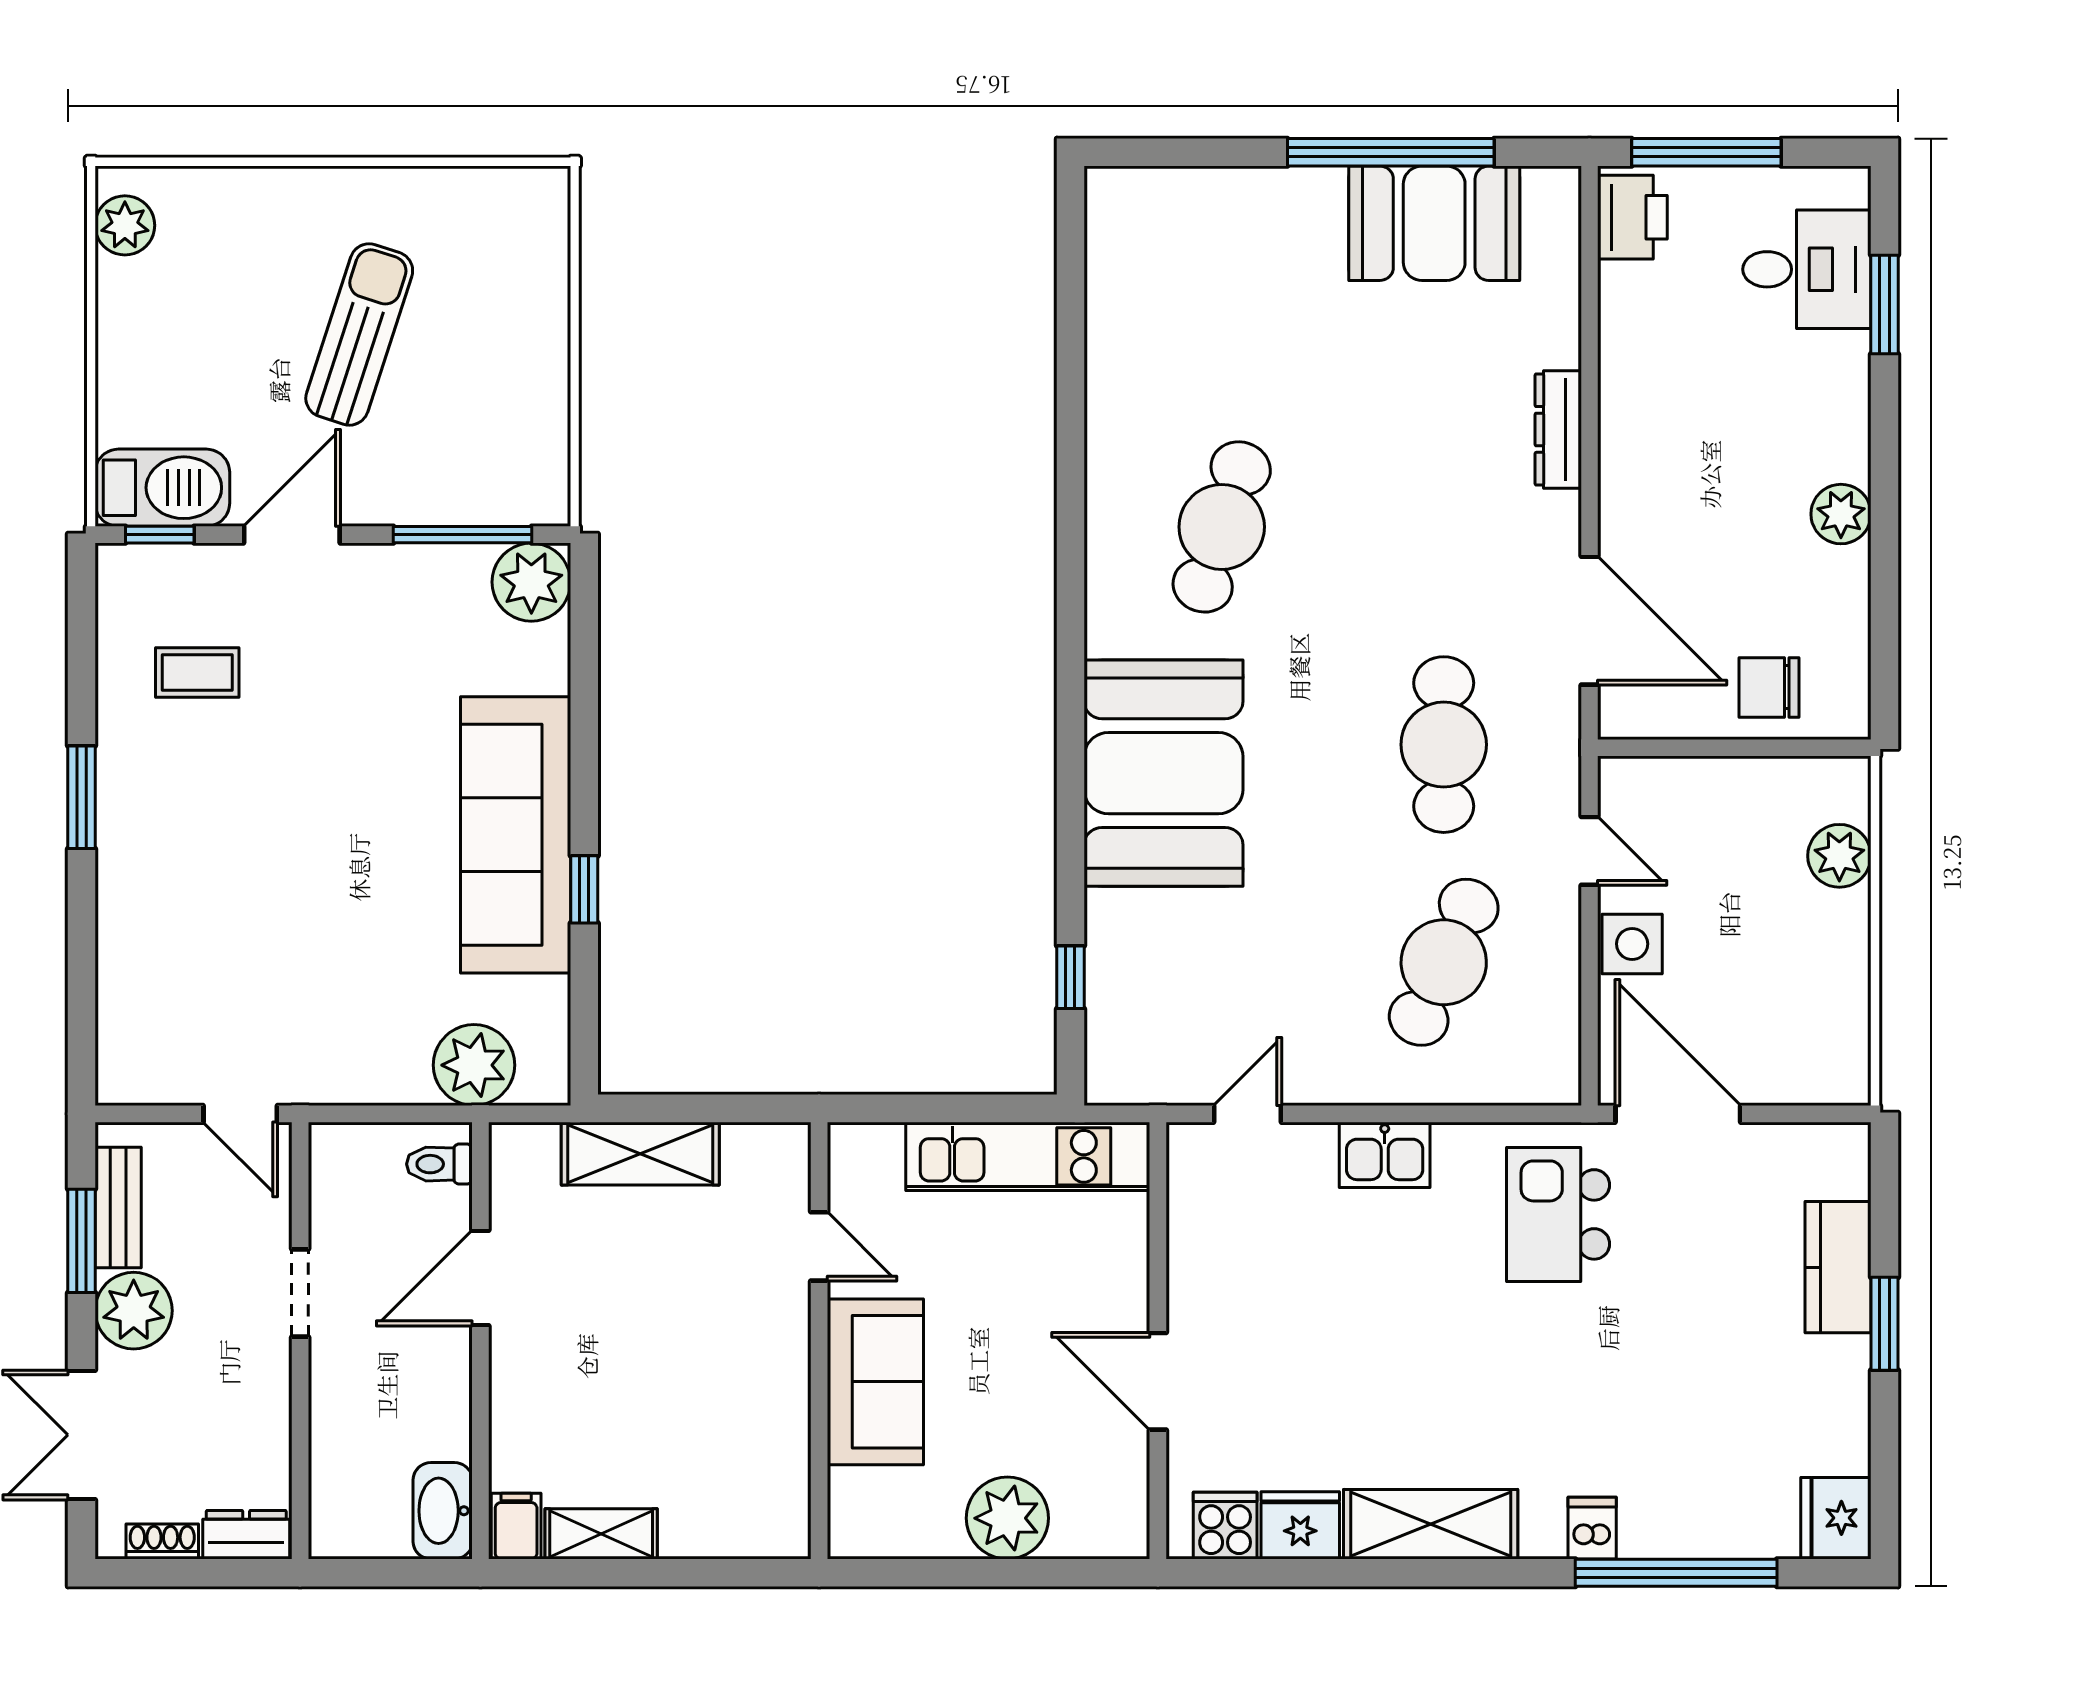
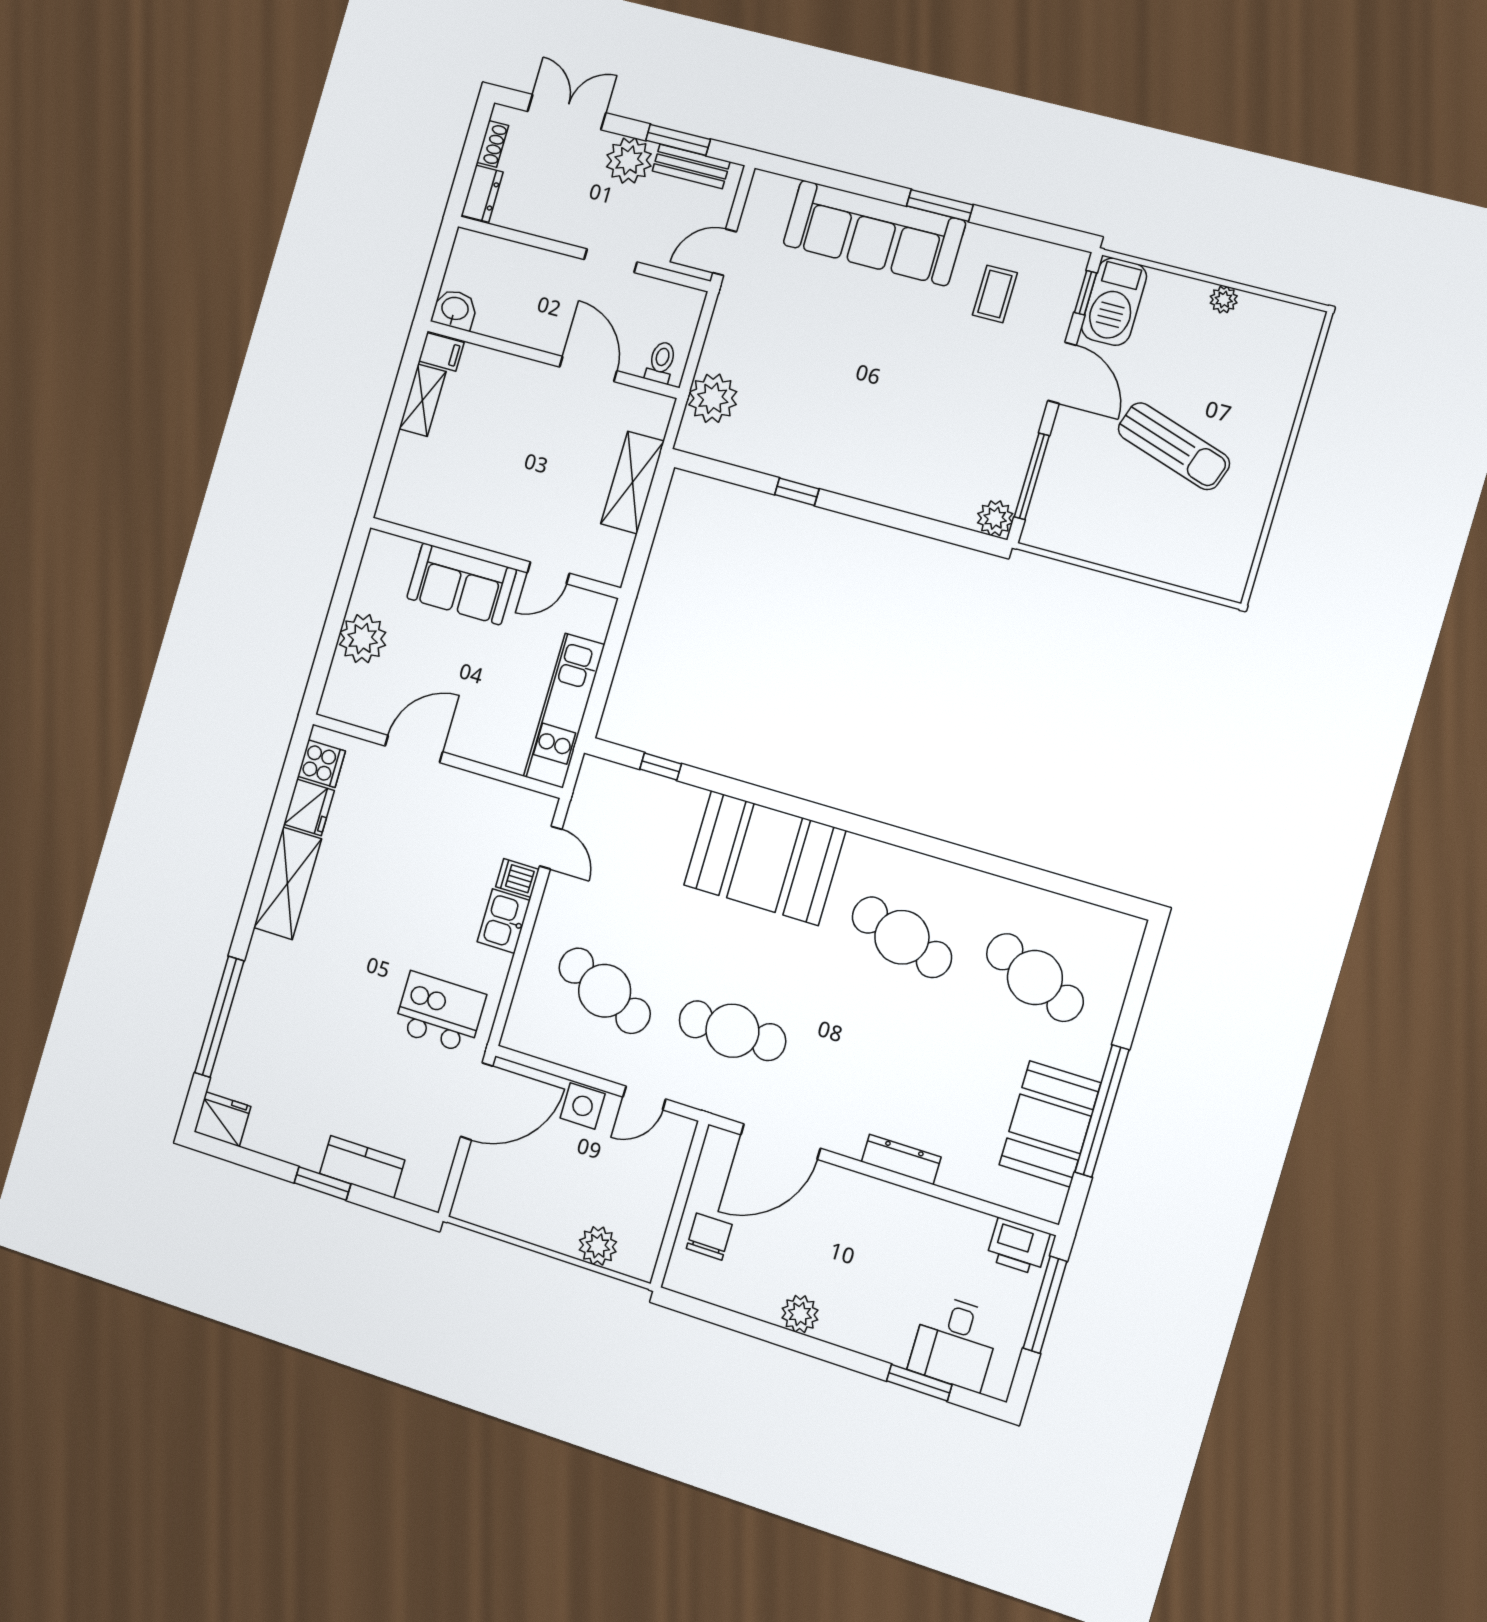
plant: (125, 225) -> (1224, 300), moved, width x0.73, depth x0.73
cafe table: (1222, 309) -> (1035, 978), added
plant: (531, 582) -> (995, 518), width x0.73, depth x0.73
sofa: (516, 835) -> (874, 233), moved, turned 180
washbasin: (443, 1511) -> (455, 309), width x0.72
dishwasher: (1592, 1528) -> (517, 878), moved, turned 180

